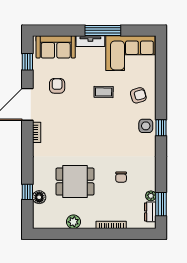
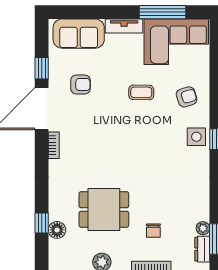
window: (103, 30) -> (162, 12), moved
window: (27, 62) -> (42, 68), moved
armchair: (57, 86) -> (81, 84), turned 90
chair: (121, 177) -> (153, 231), moved

